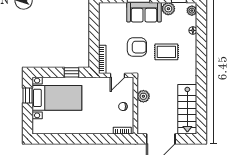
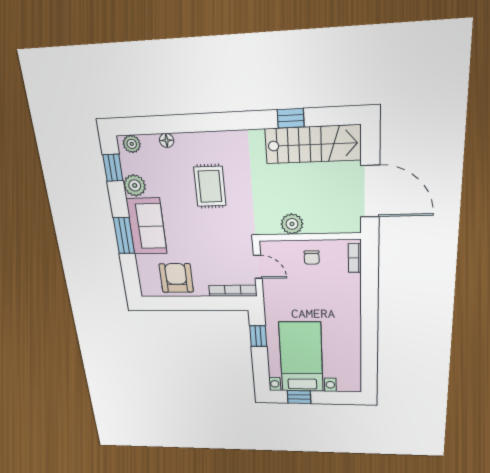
armchair: (137, 47) -> (176, 278), moved
window: (201, 98) -> (291, 118), added

